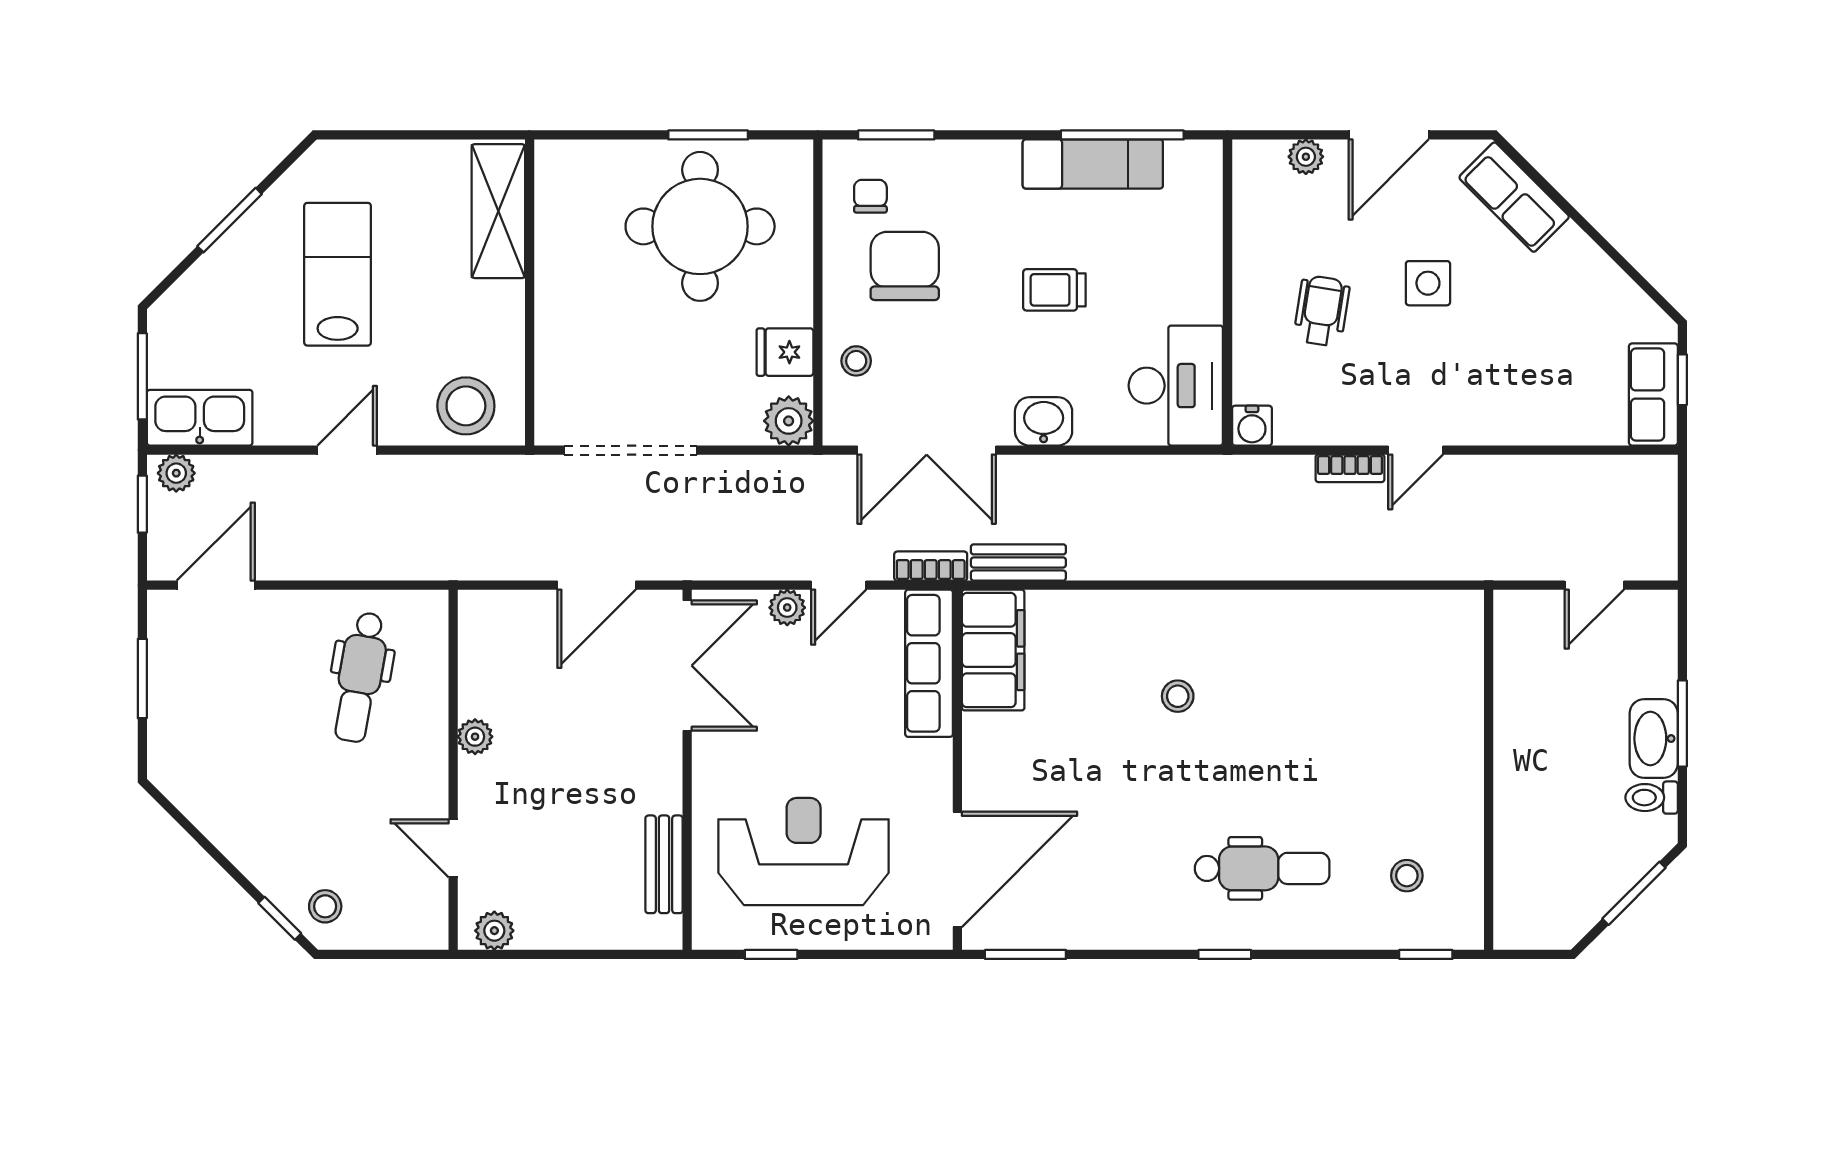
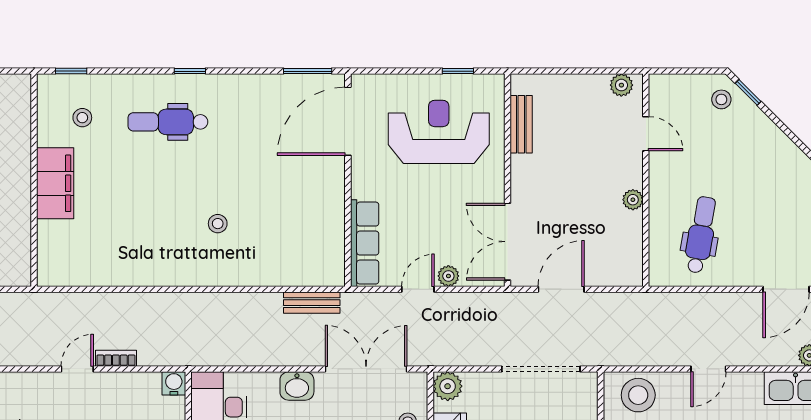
bookcase: (931, 566) -> (364, 300), removed
filing cabinet: (993, 650) -> (55, 183), moved, turned 180
reception desk: (804, 852) -> (439, 132), turned 180

